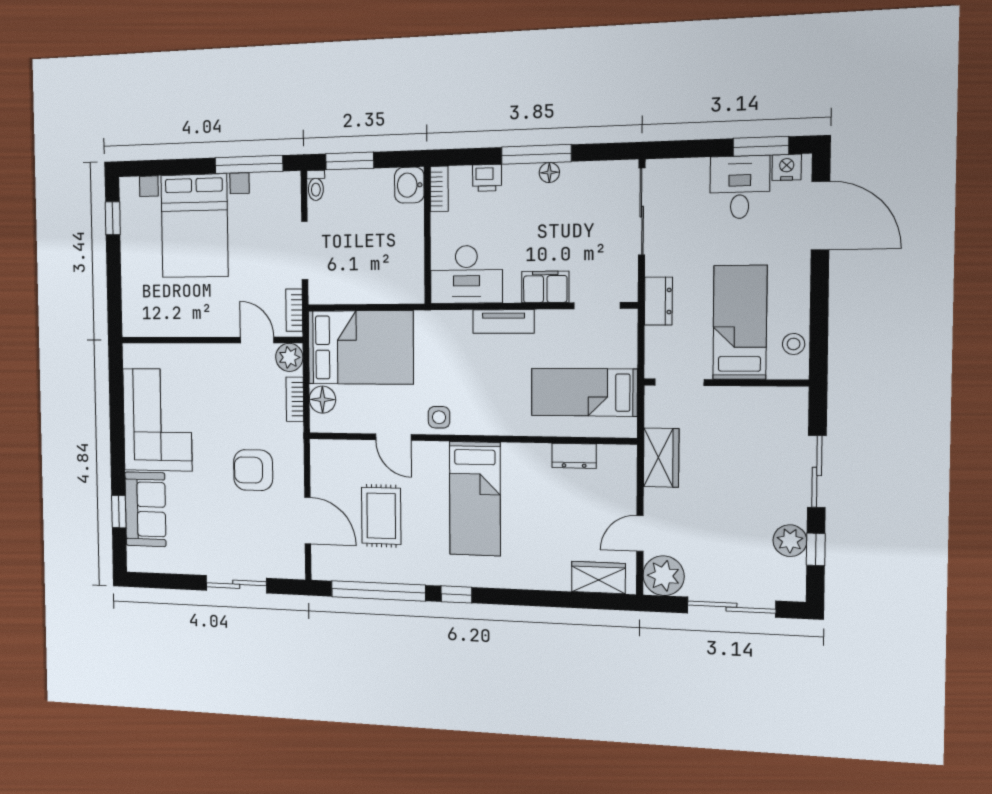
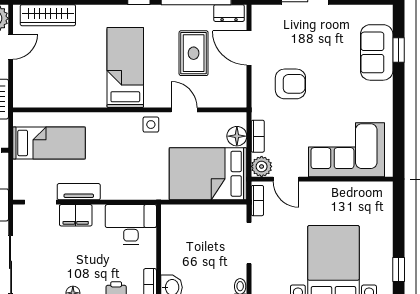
tv unit: (503, 322) -> (79, 192), moved
corner sofa: (157, 420) -> (346, 150), moved, turned 90
dresser: (574, 456) -> (229, 13), moved, turned 180
wardrobe: (598, 577) -> (48, 15), width x1.50

